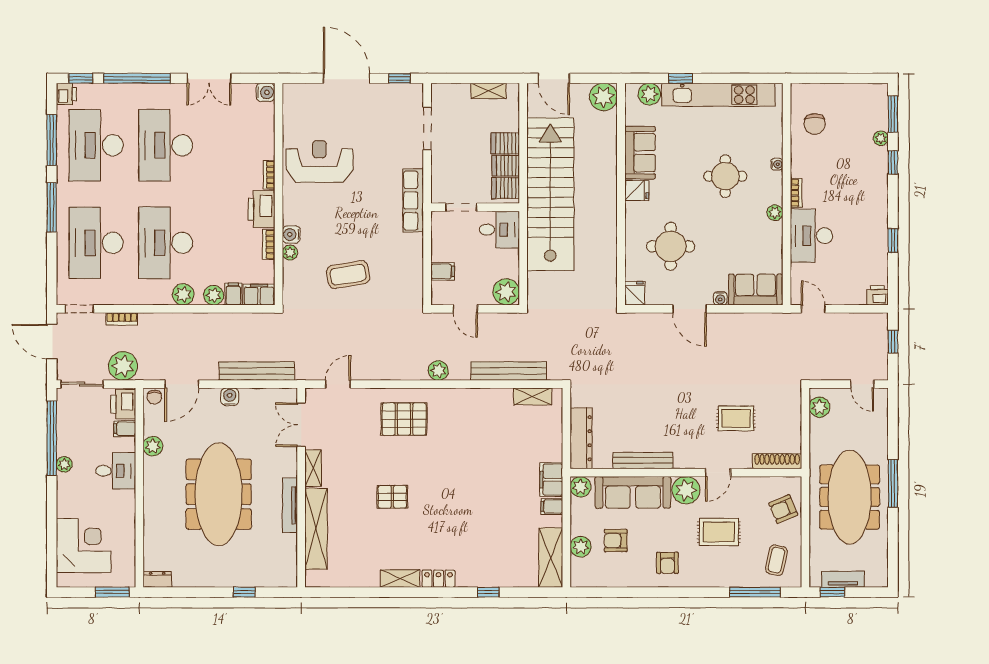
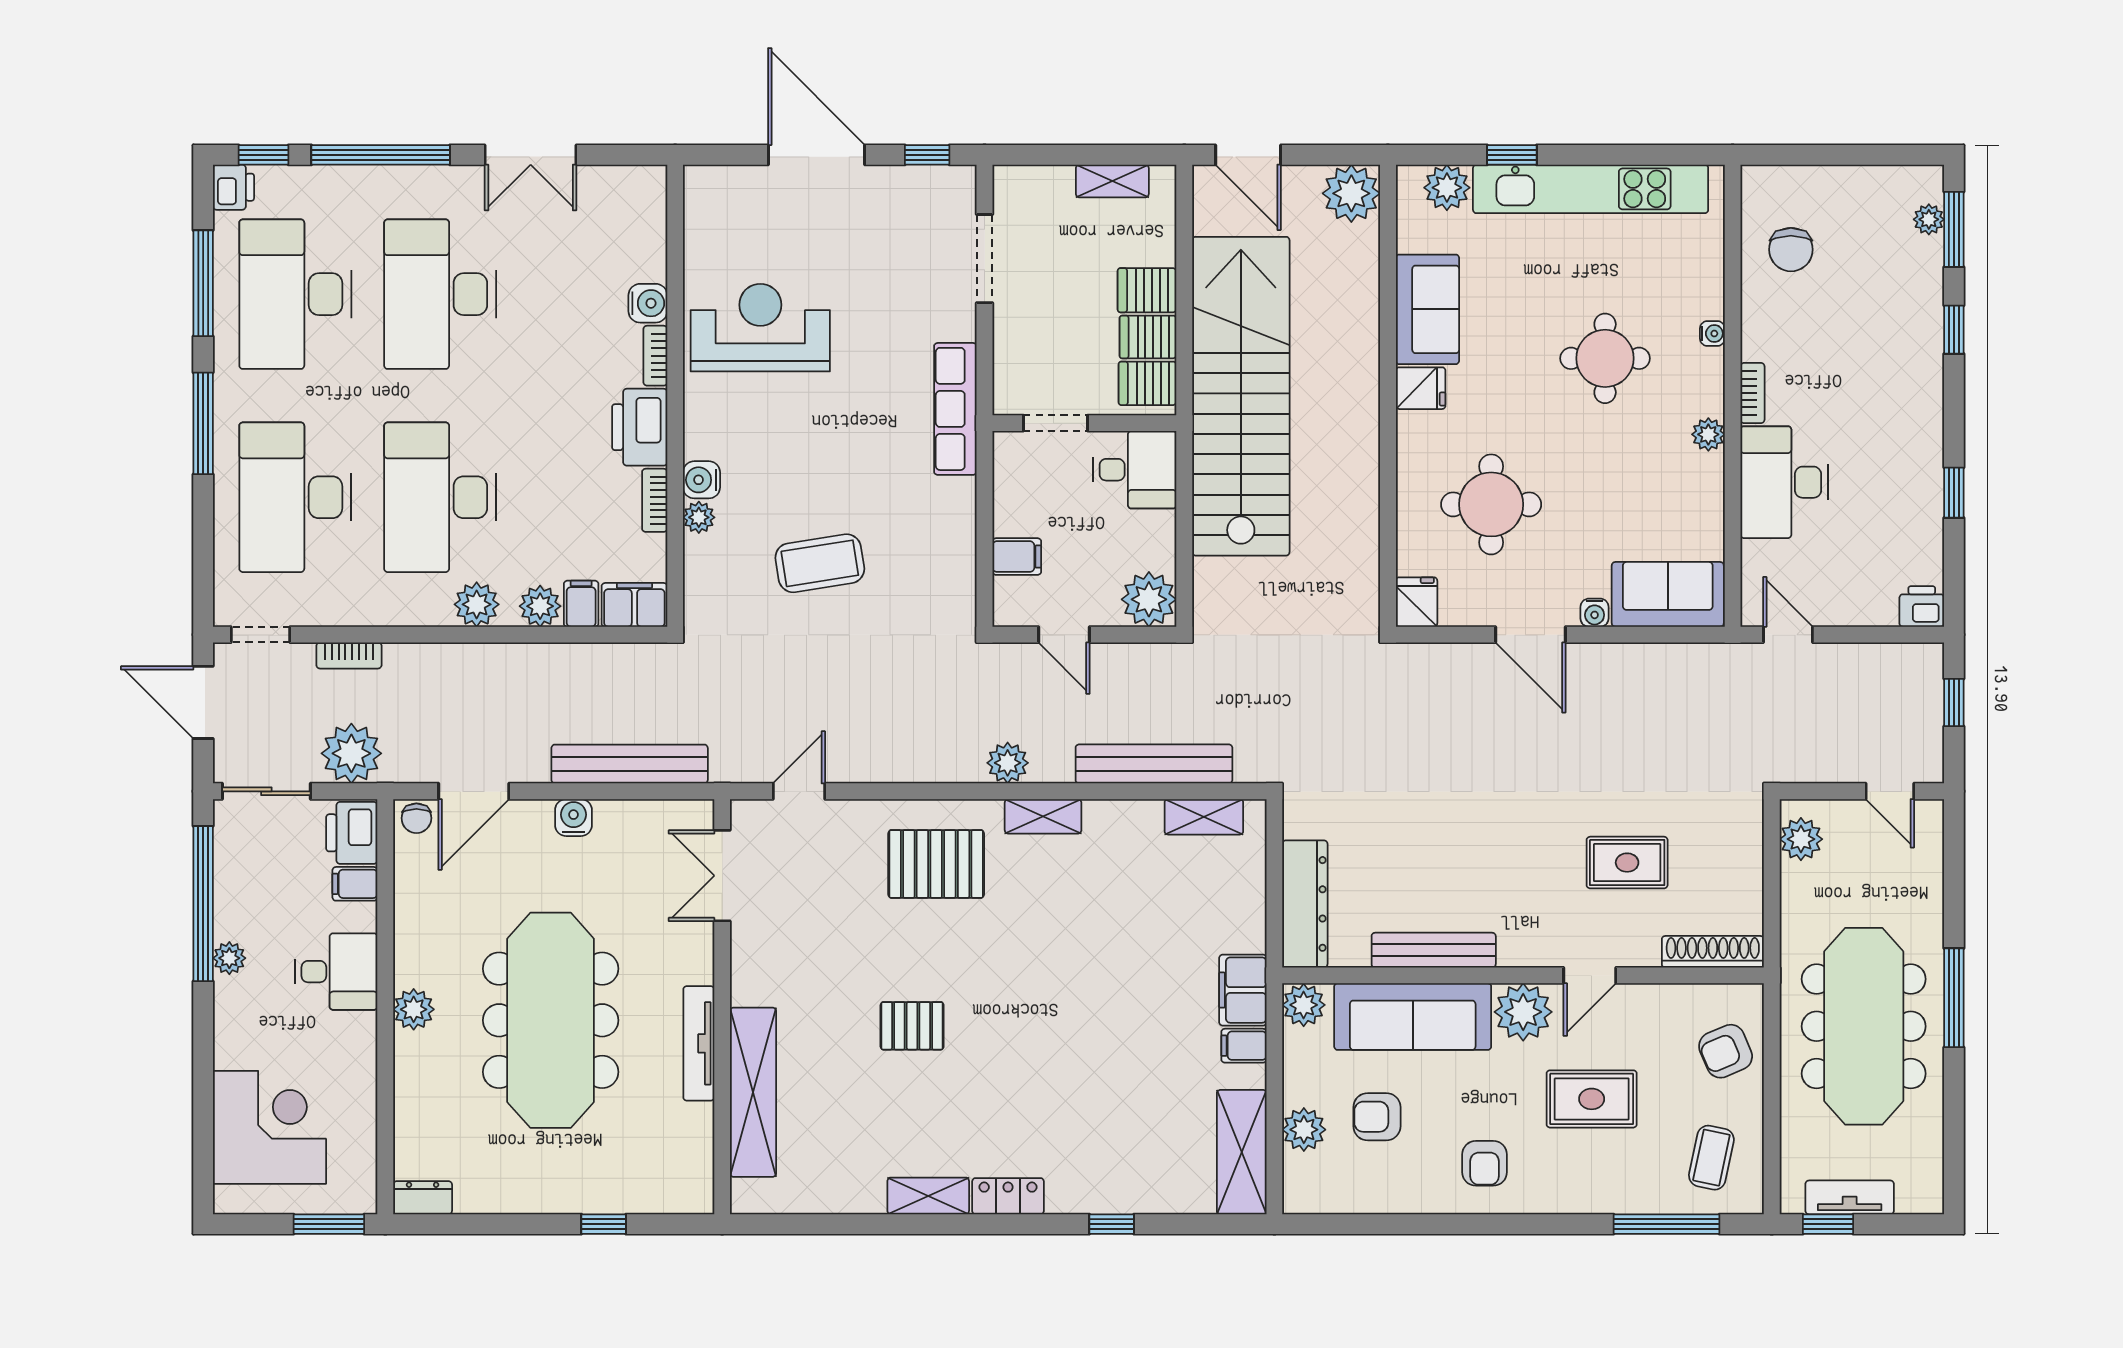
water cooler: (265, 92) -> (648, 303), moved
plant: (881, 138) -> (1929, 219), moved
plant: (153, 446) -> (414, 1009), moved
shelving: (313, 468) -> (1043, 816), moved, turned 90

